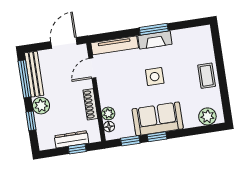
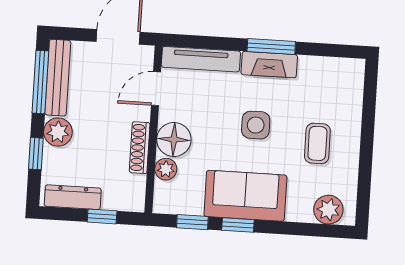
coffee table: (207, 76) -> (317, 143), moved
floor lamp: (109, 127) -> (174, 139), moved, width x1.89, depth x1.89
dresser: (71, 139) -> (73, 197), moved

